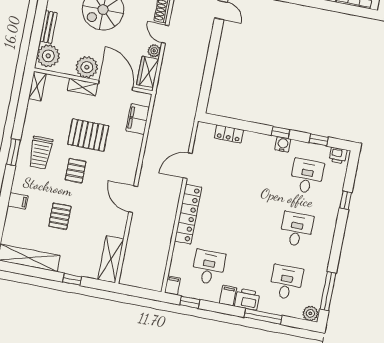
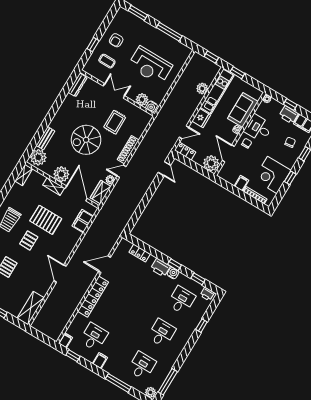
door: (165, 34) -> (121, 171), hinge flipped
printer: (247, 299) -> (160, 268), moved, turned 180

